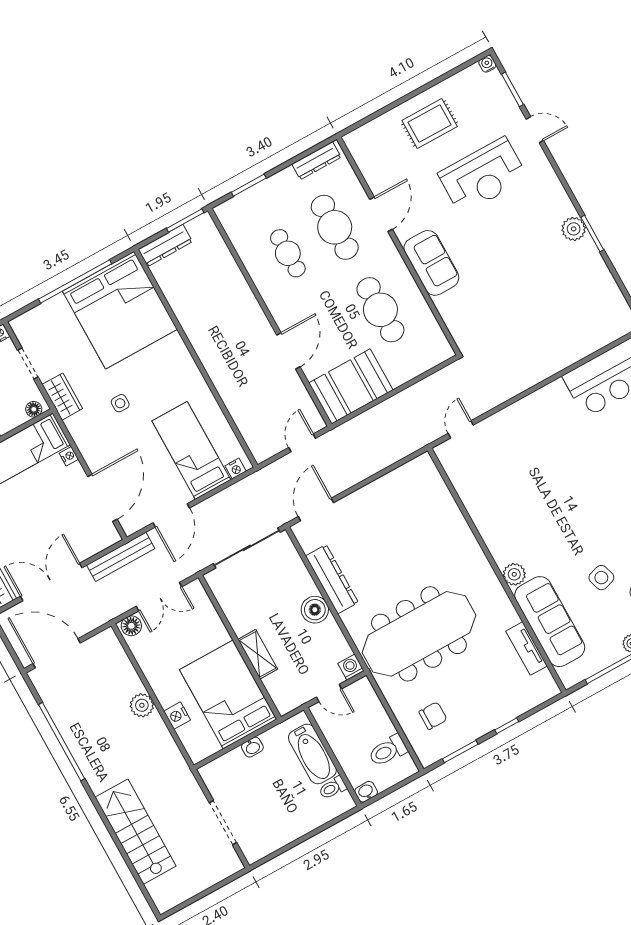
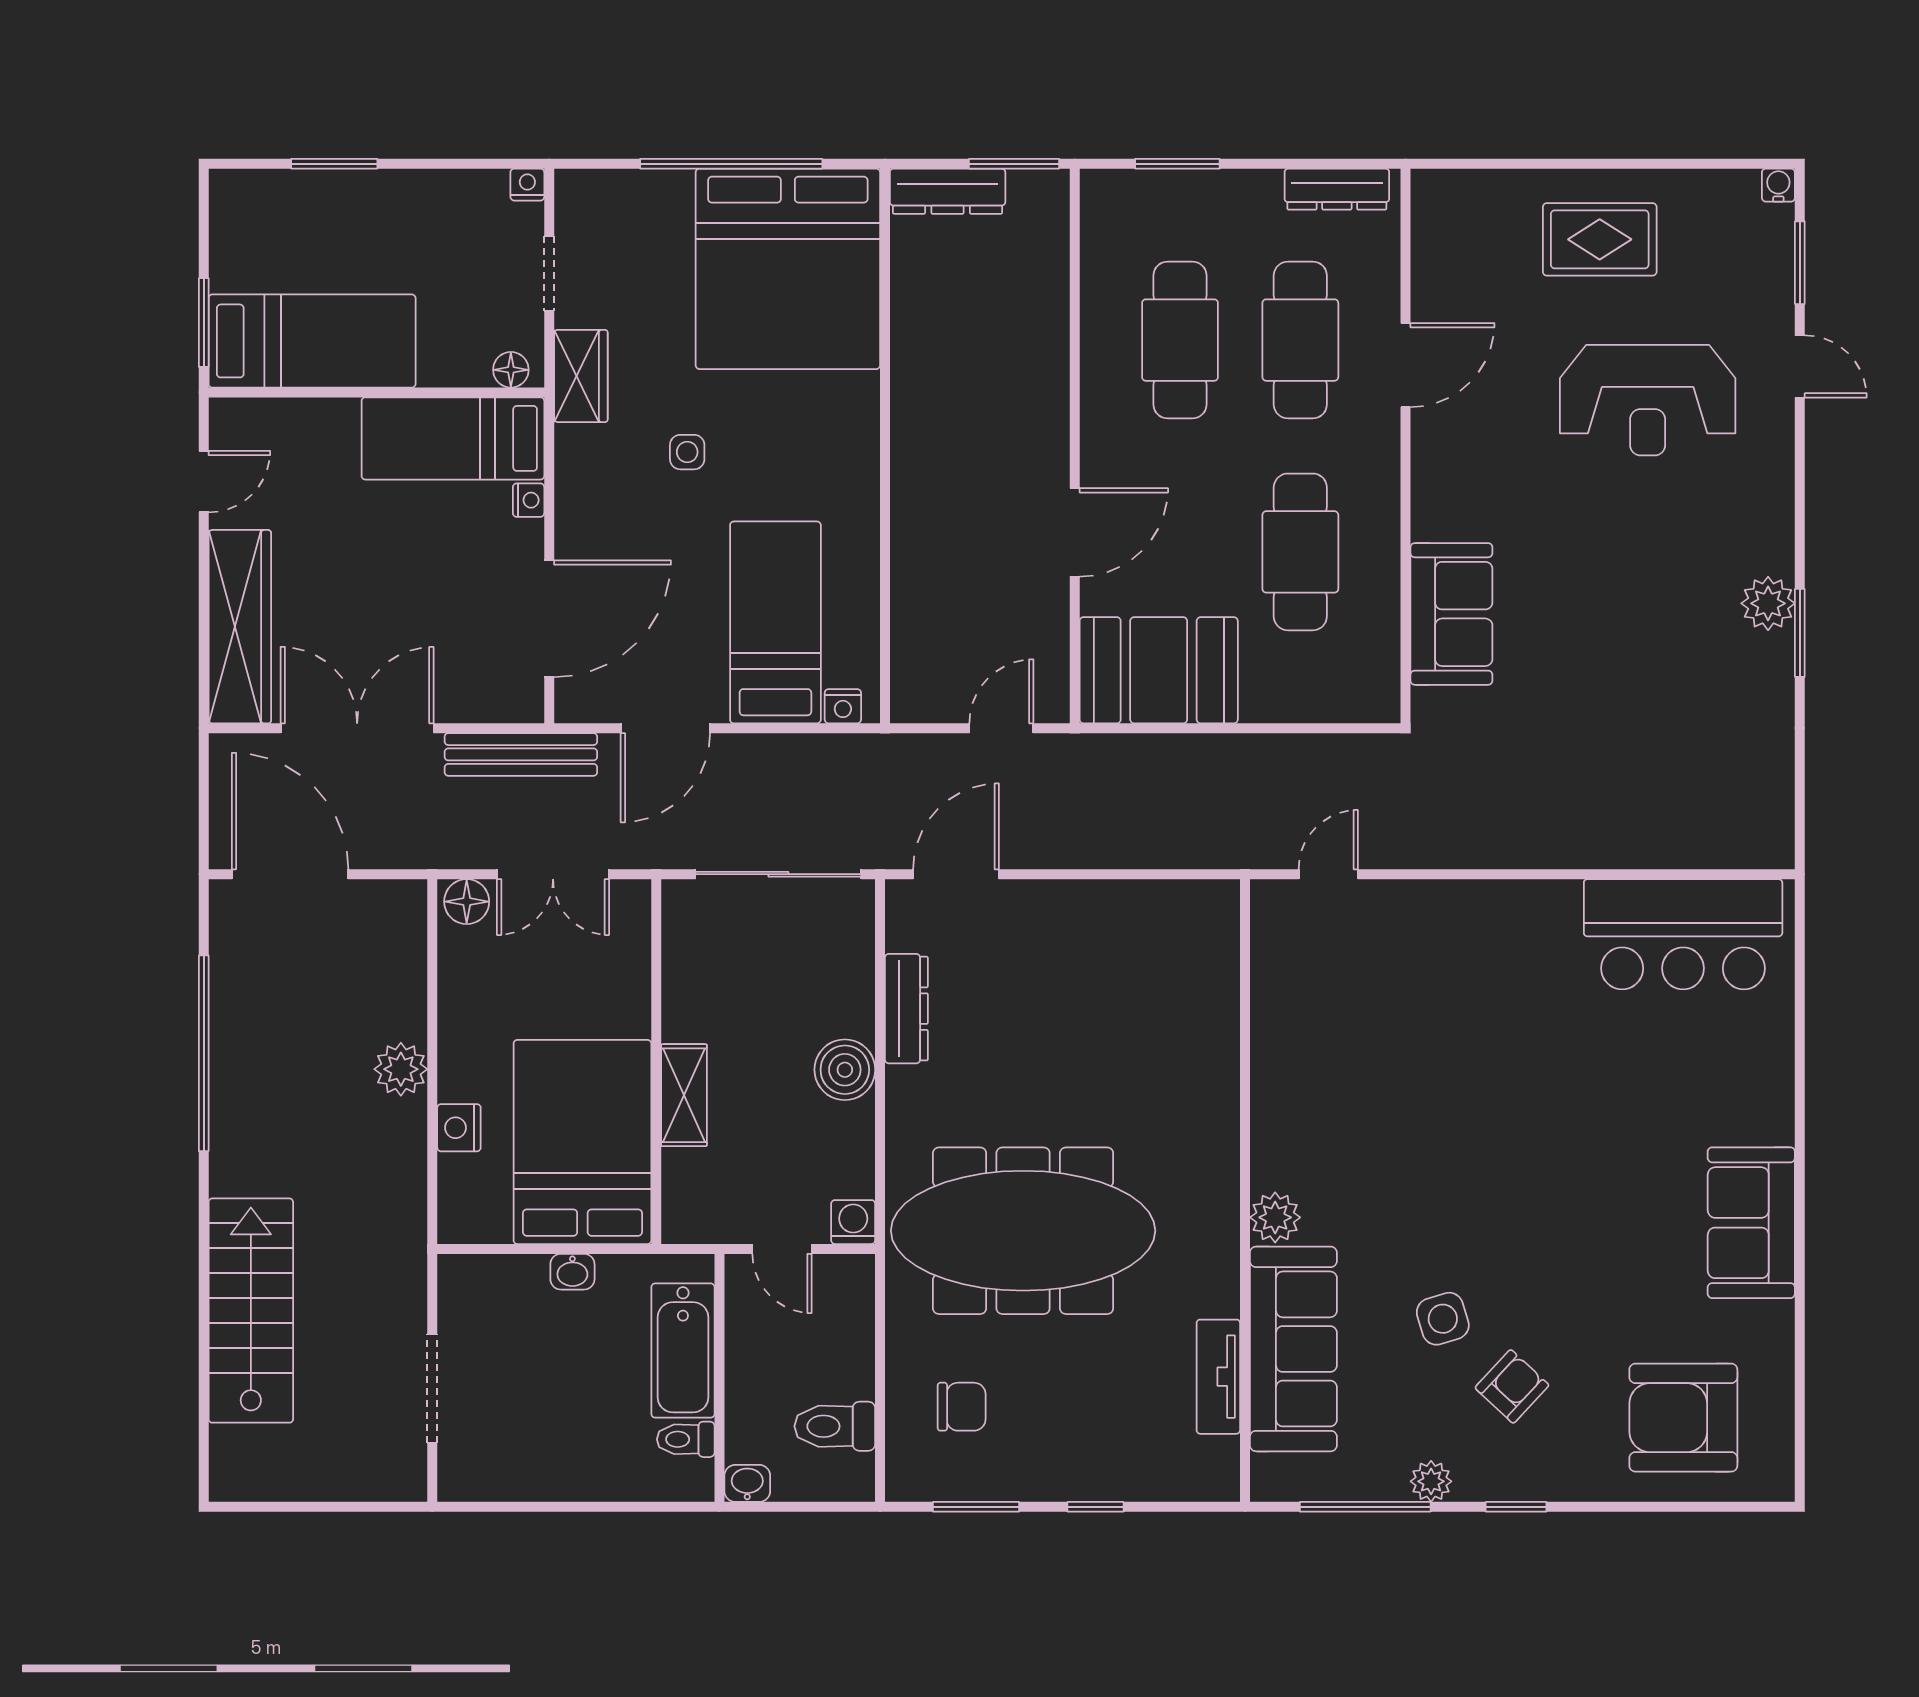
cafe table: (288, 253) -> (1180, 340), width x1.37, depth x1.35
sofa: (431, 263) -> (1451, 614), moved
dresser: (332, 579) -> (906, 1009), width x0.73, depth x0.80

